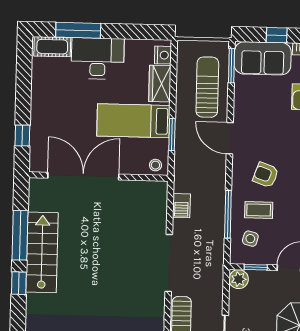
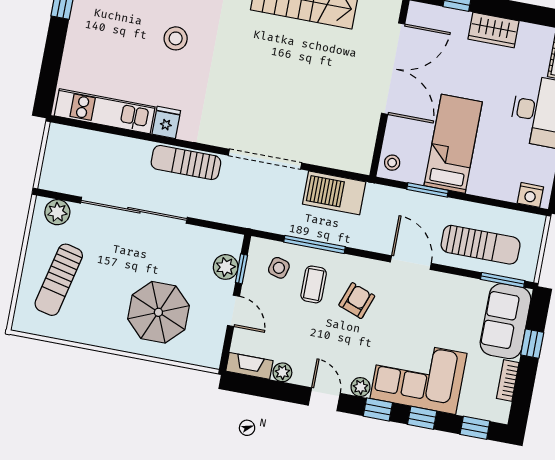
wardrobe: (160, 84) -> (494, 30), moved, turned 180
door: (230, 138) -> (411, 263), hinge flipped
barbecue: (181, 206) -> (334, 193), width x1.88, depth x1.53
plant: (239, 279) -> (226, 267), moved

